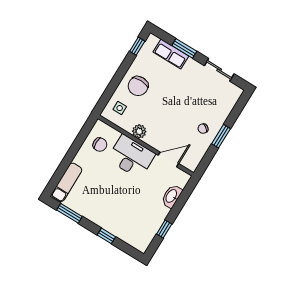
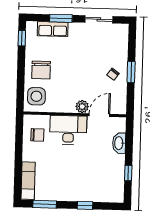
side table: (120, 108) -> (36, 96), width x1.87, depth x1.87
plant: (139, 131) -> (82, 107), moved

